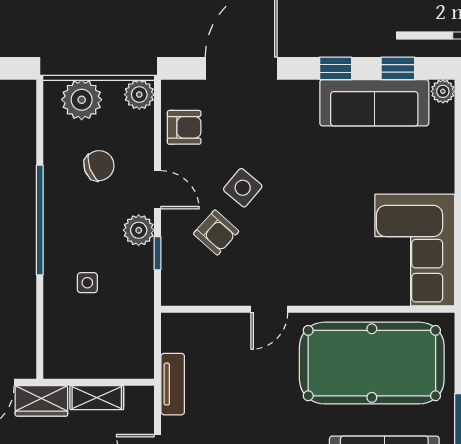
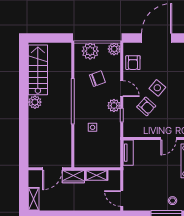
armchair: (184, 127) -> (133, 63), turned 90
tv unit: (173, 384) -> (128, 153), moved

